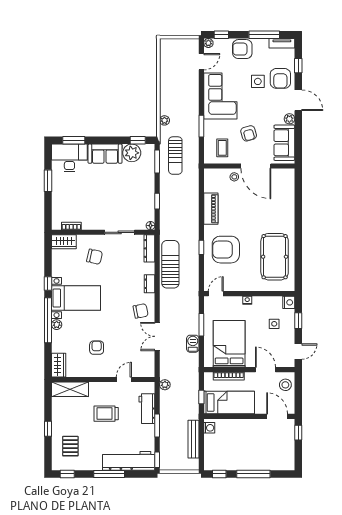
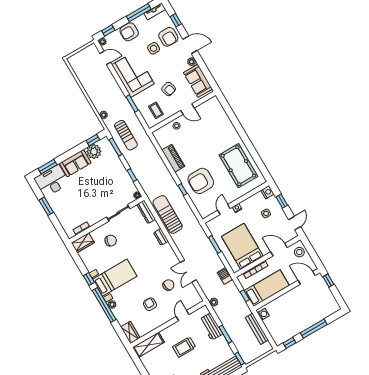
door: (201, 62) -> (105, 58), hinge flipped
door: (256, 166) -> (187, 109), width x0.53
door: (216, 294) -> (224, 209), moved
chair: (141, 311) -> (168, 285), moved
barbecue: (193, 344) -> (225, 276), moved

